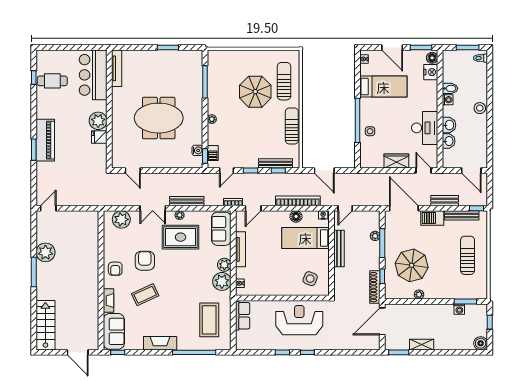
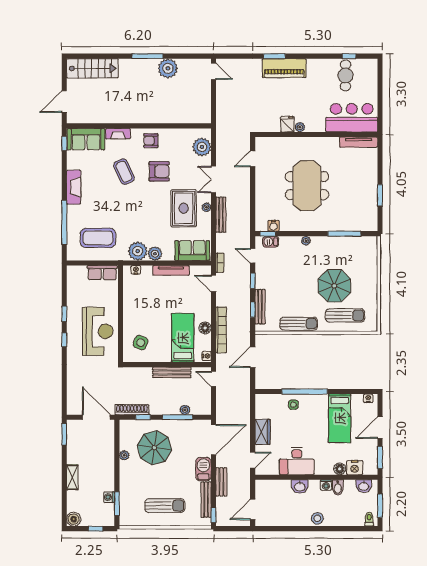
floor lamp: (432, 58) -> (340, 469), moved
plant: (98, 121) -> (300, 127), width x0.53, depth x0.53
washbasin: (449, 141) -> (364, 486), moved
shelving: (422, 345) -> (72, 477), moved

